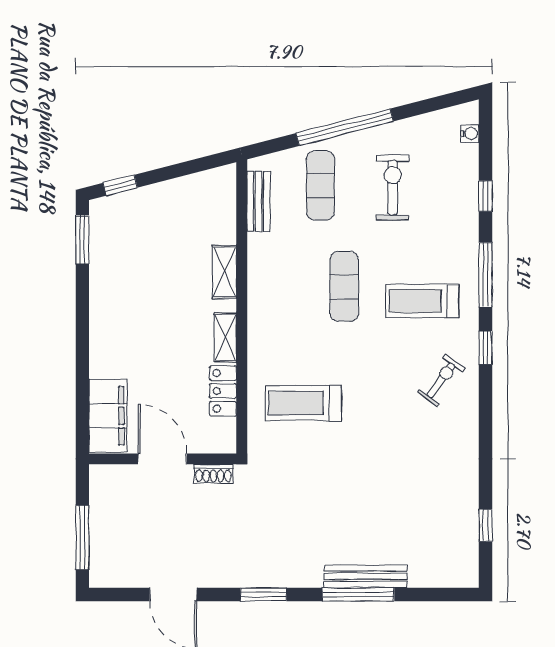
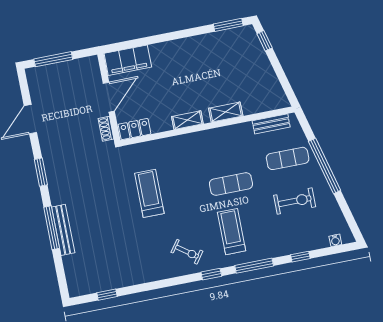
locker: (223, 391) -> (135, 129), moved
treadmill: (303, 403) -> (149, 193), moved

